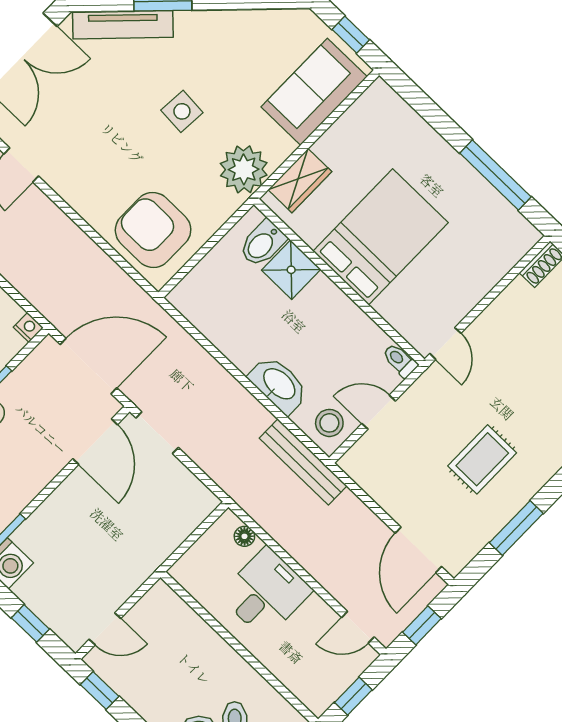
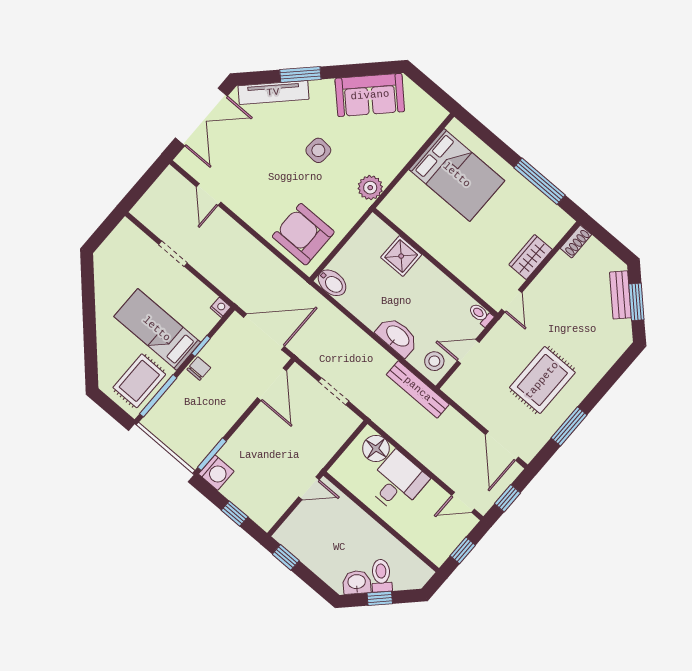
window: (351, 35) -> (433, 90), removed
sofa: (314, 92) -> (370, 95), moved, turned -135
plant: (244, 169) -> (370, 188), width x0.73, depth x0.73
wardrobe: (300, 181) -> (531, 257), moved, turned 180
bed: (381, 237) -> (457, 175), moved, turned 90
bidet: (263, 244) -> (332, 283), moved, turned -90
doorway: (157, 433) -> (334, 391), moved
rug: (482, 459) -> (542, 380), width x1.36, depth x1.43
floor lamp: (244, 536) -> (376, 448), width x1.89, depth x1.89
door: (105, 629) -> (309, 488), moved

